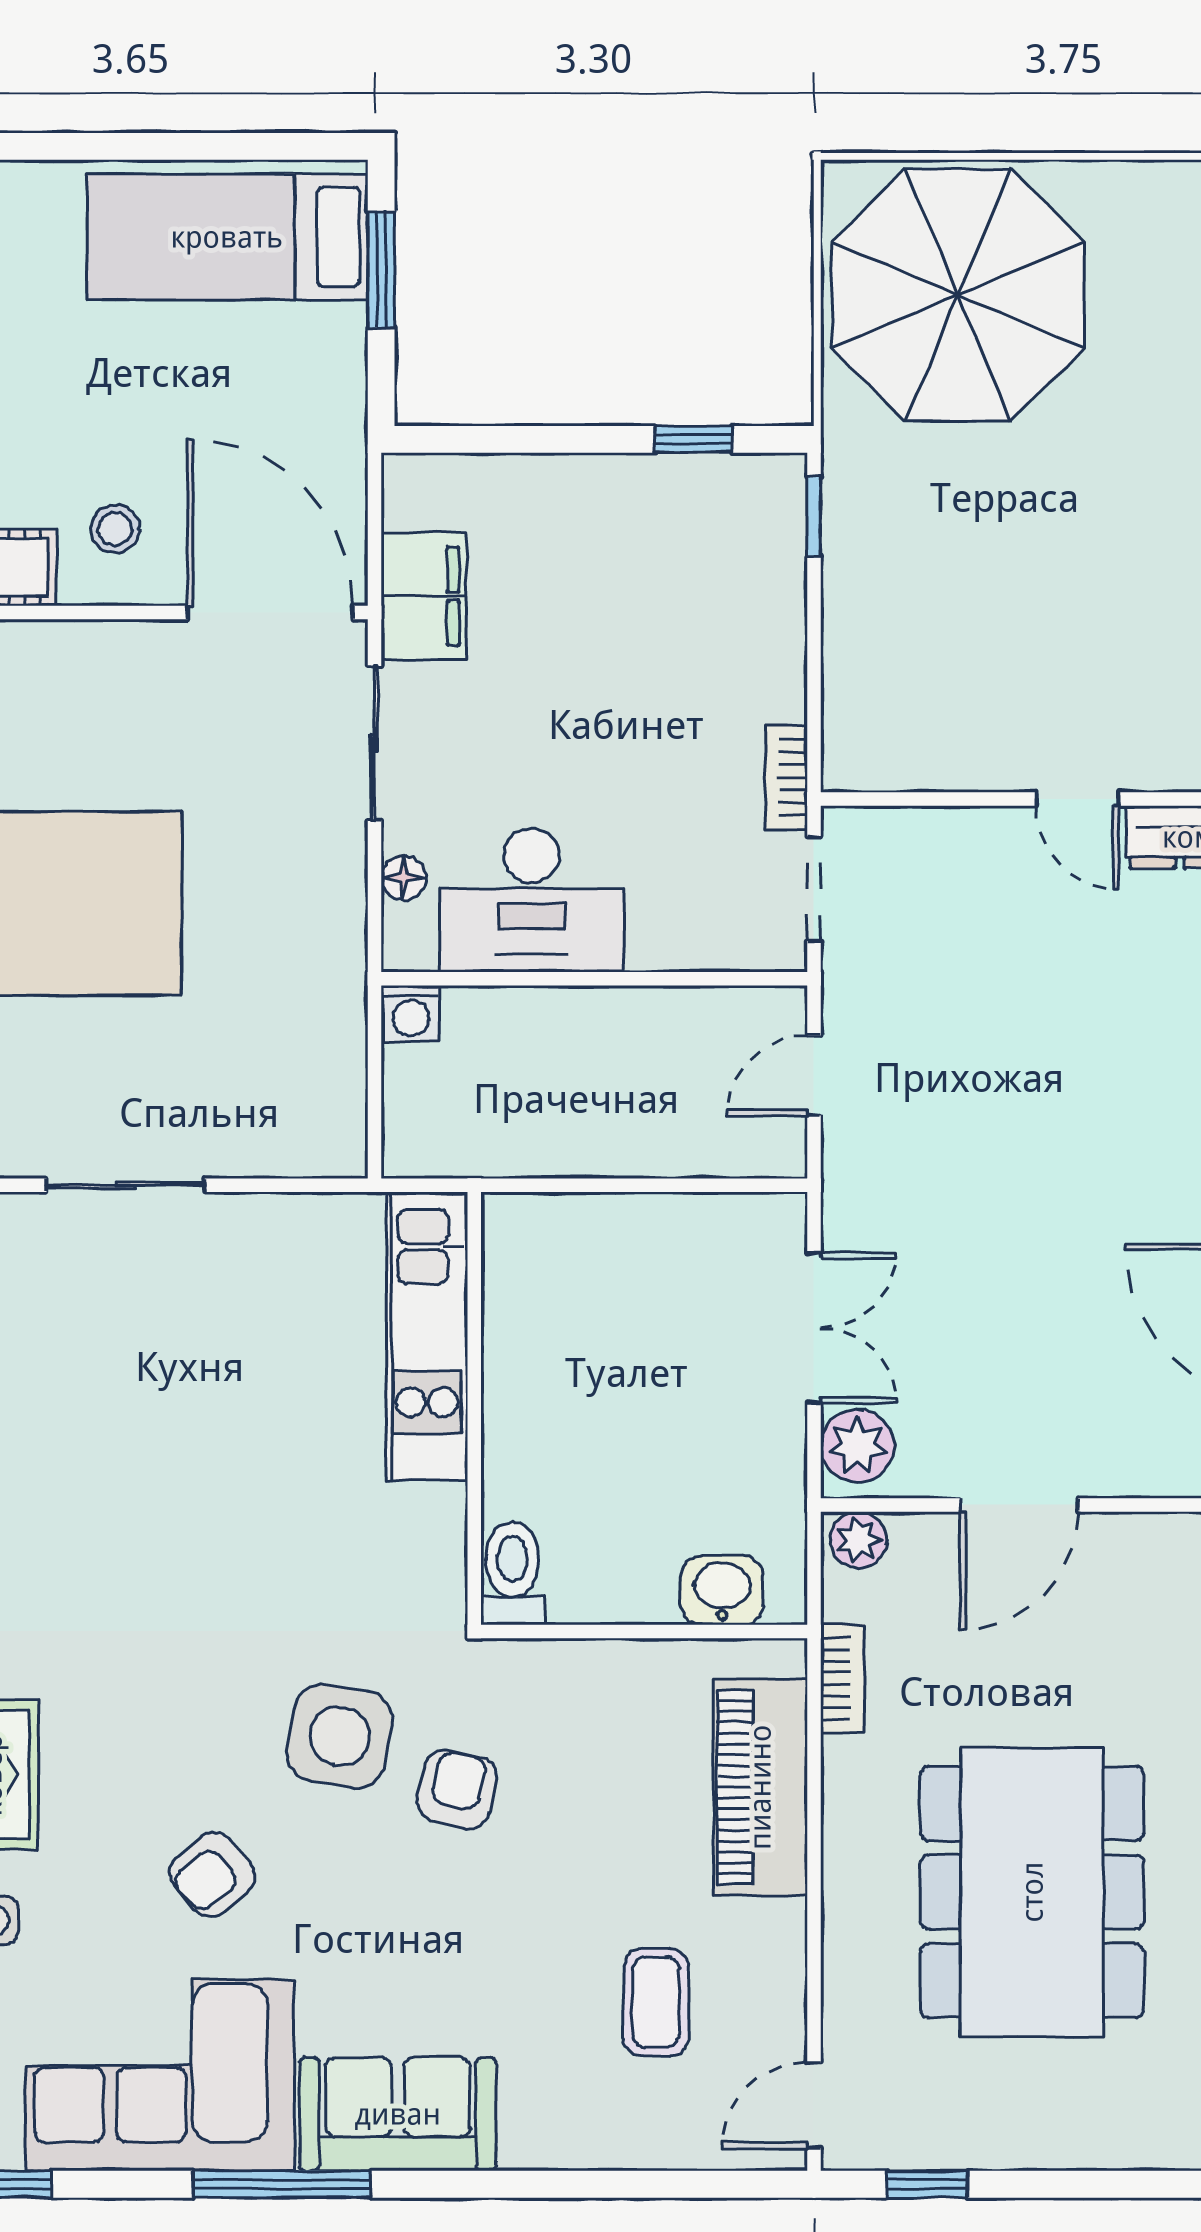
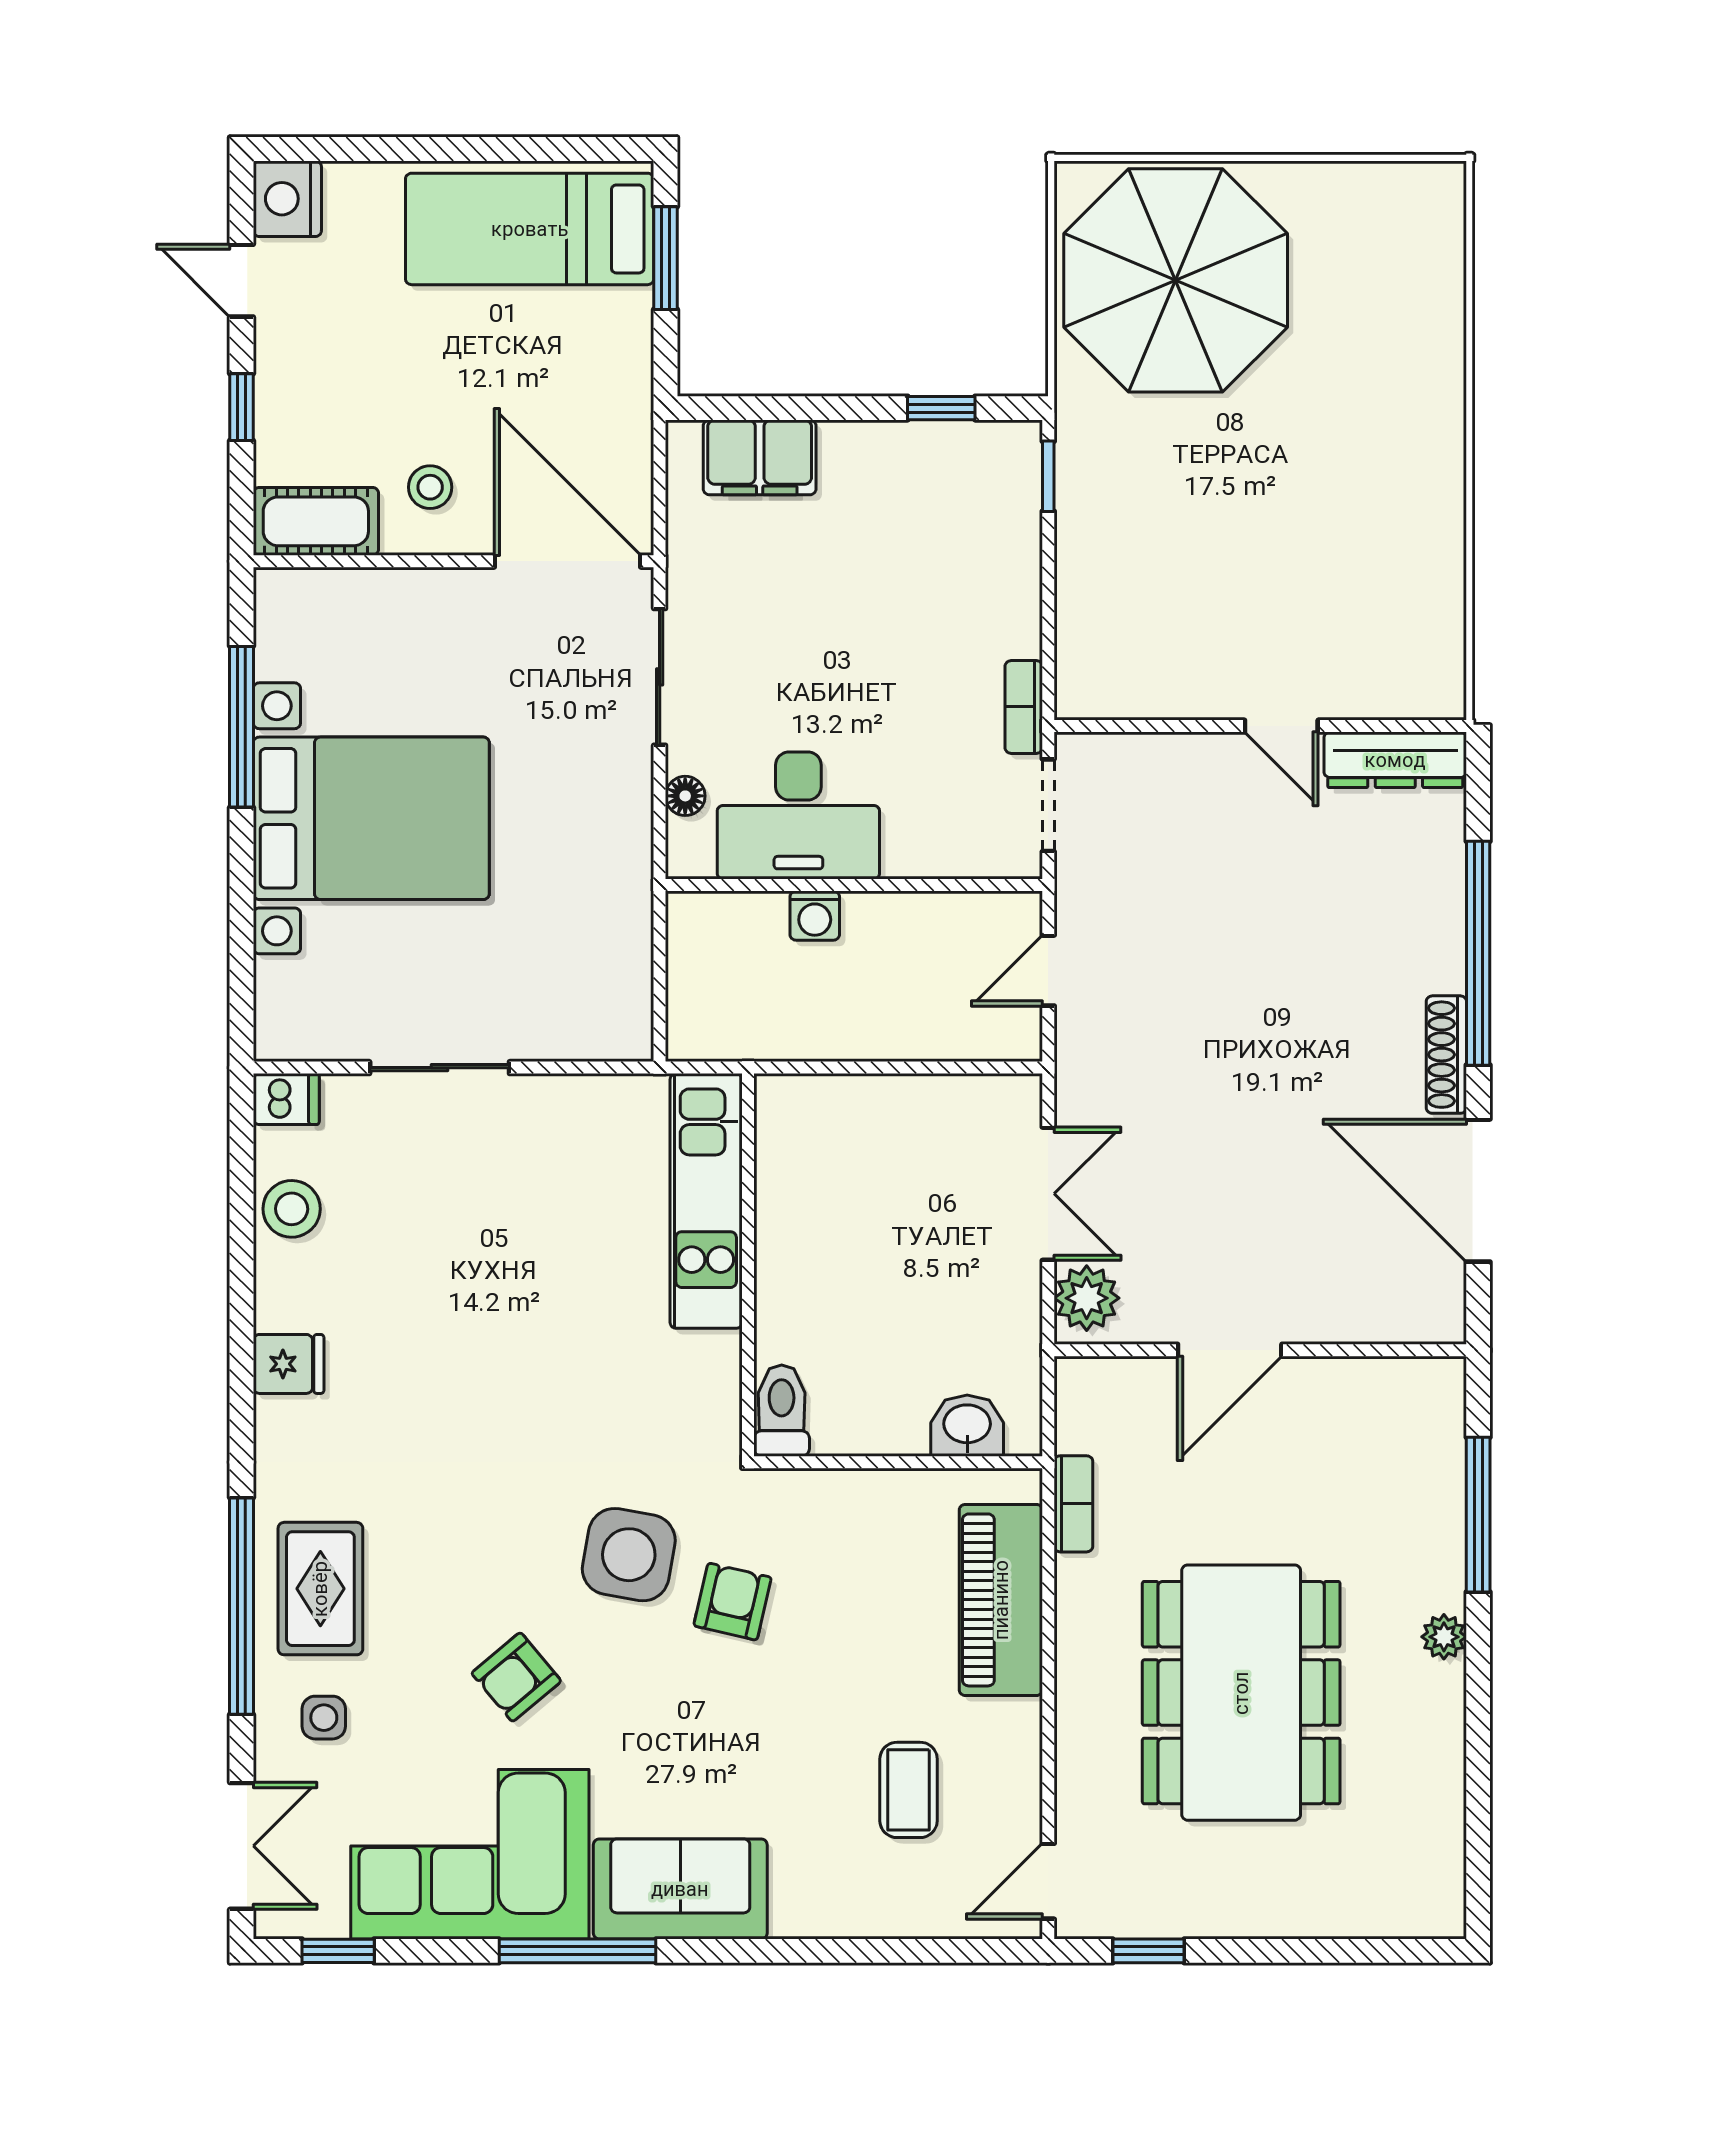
filing cabinet: (423, 596) -> (760, 457), moved, turned 90
washing machine: (411, 1013) -> (815, 916), moved
plant: (858, 1540) -> (1088, 1381), removed

